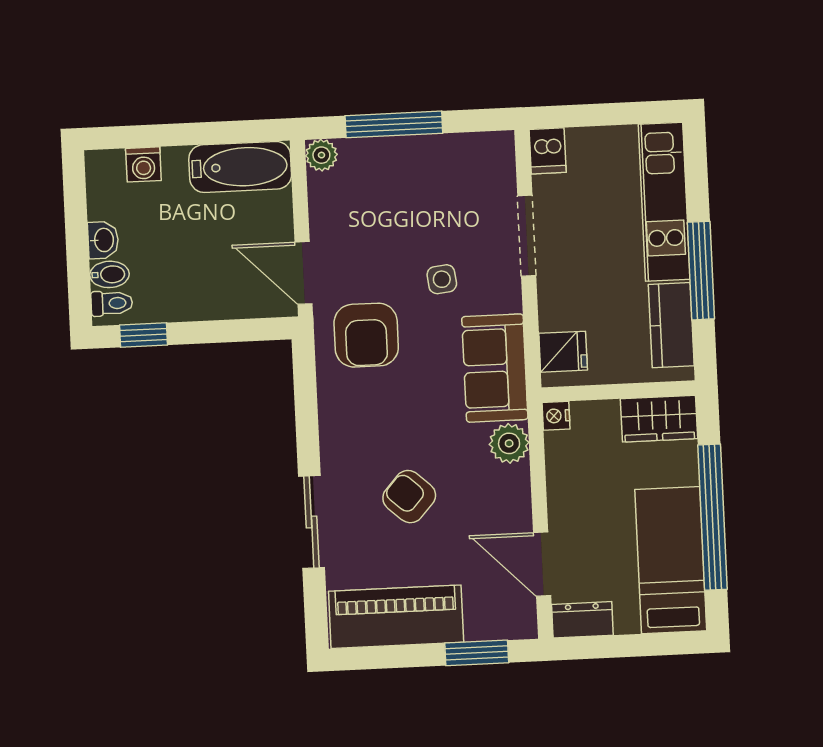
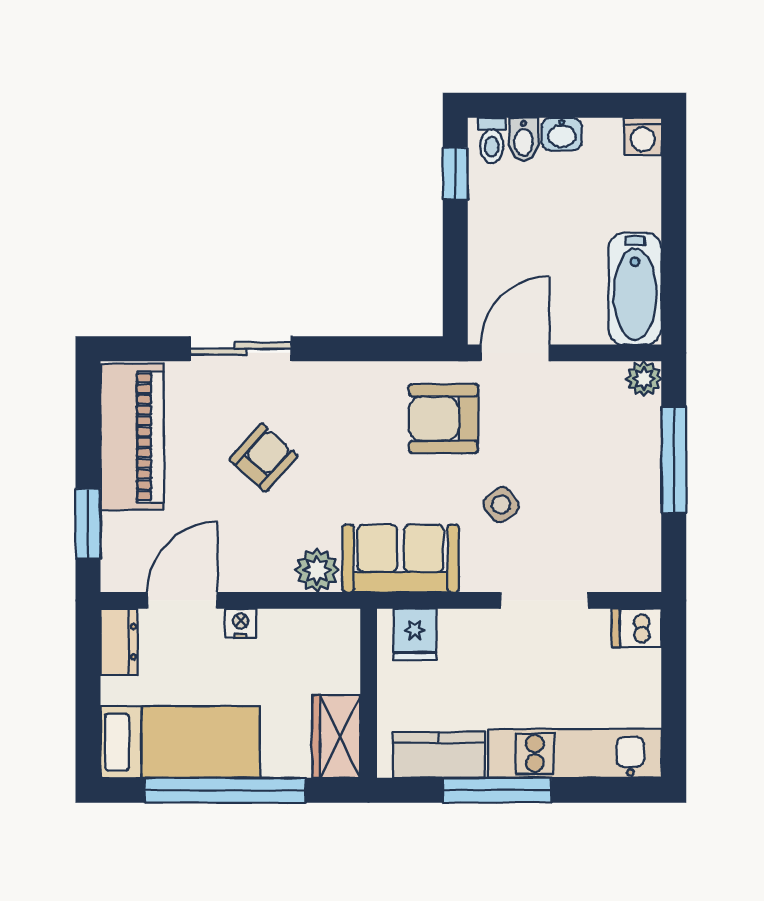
washing machine: (143, 164) -> (643, 136), moved, turned -90
side table: (442, 279) -> (501, 505), turned -31
nightstand: (556, 416) -> (241, 623), moved

